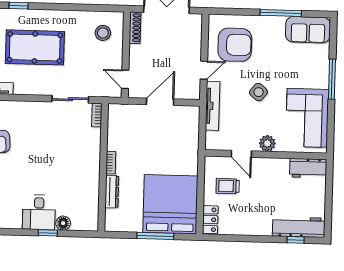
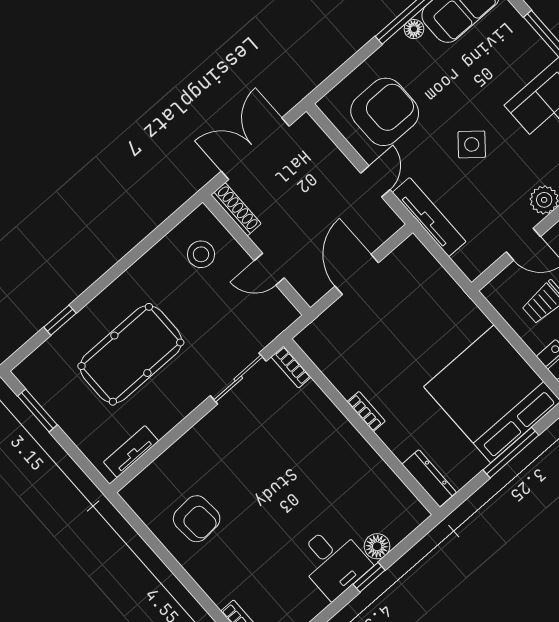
floor lamp: (279, 22) -> (414, 29), added
door: (125, 79) -> (269, 269), moved
dresser: (112, 192) -> (429, 478), moved

